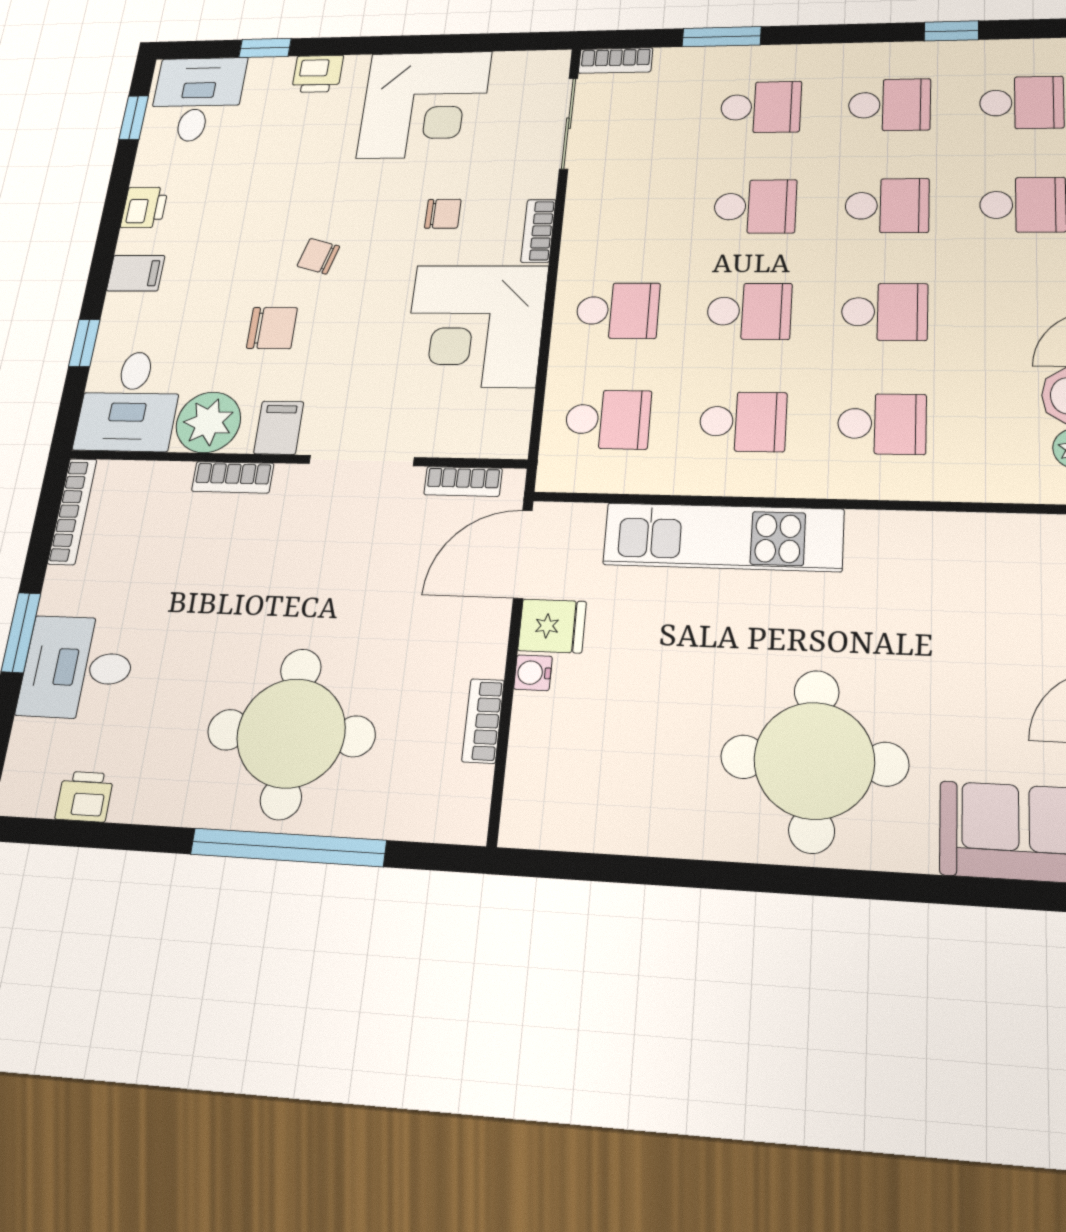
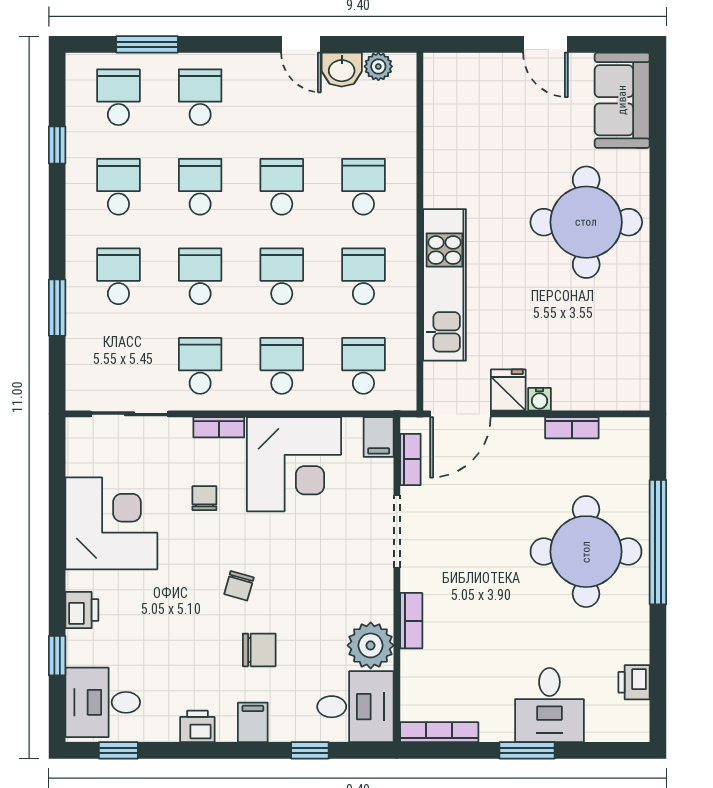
bookcase: (615, 61) -> (76, 384), removed
school desk: (627, 207) -> (200, 366), added
chair: (272, 328) -> (259, 650), moved, turned 90
filing cabinet: (279, 428) -> (379, 437), moved, turned -90
door: (523, 554) -> (460, 414), hinge flipped

